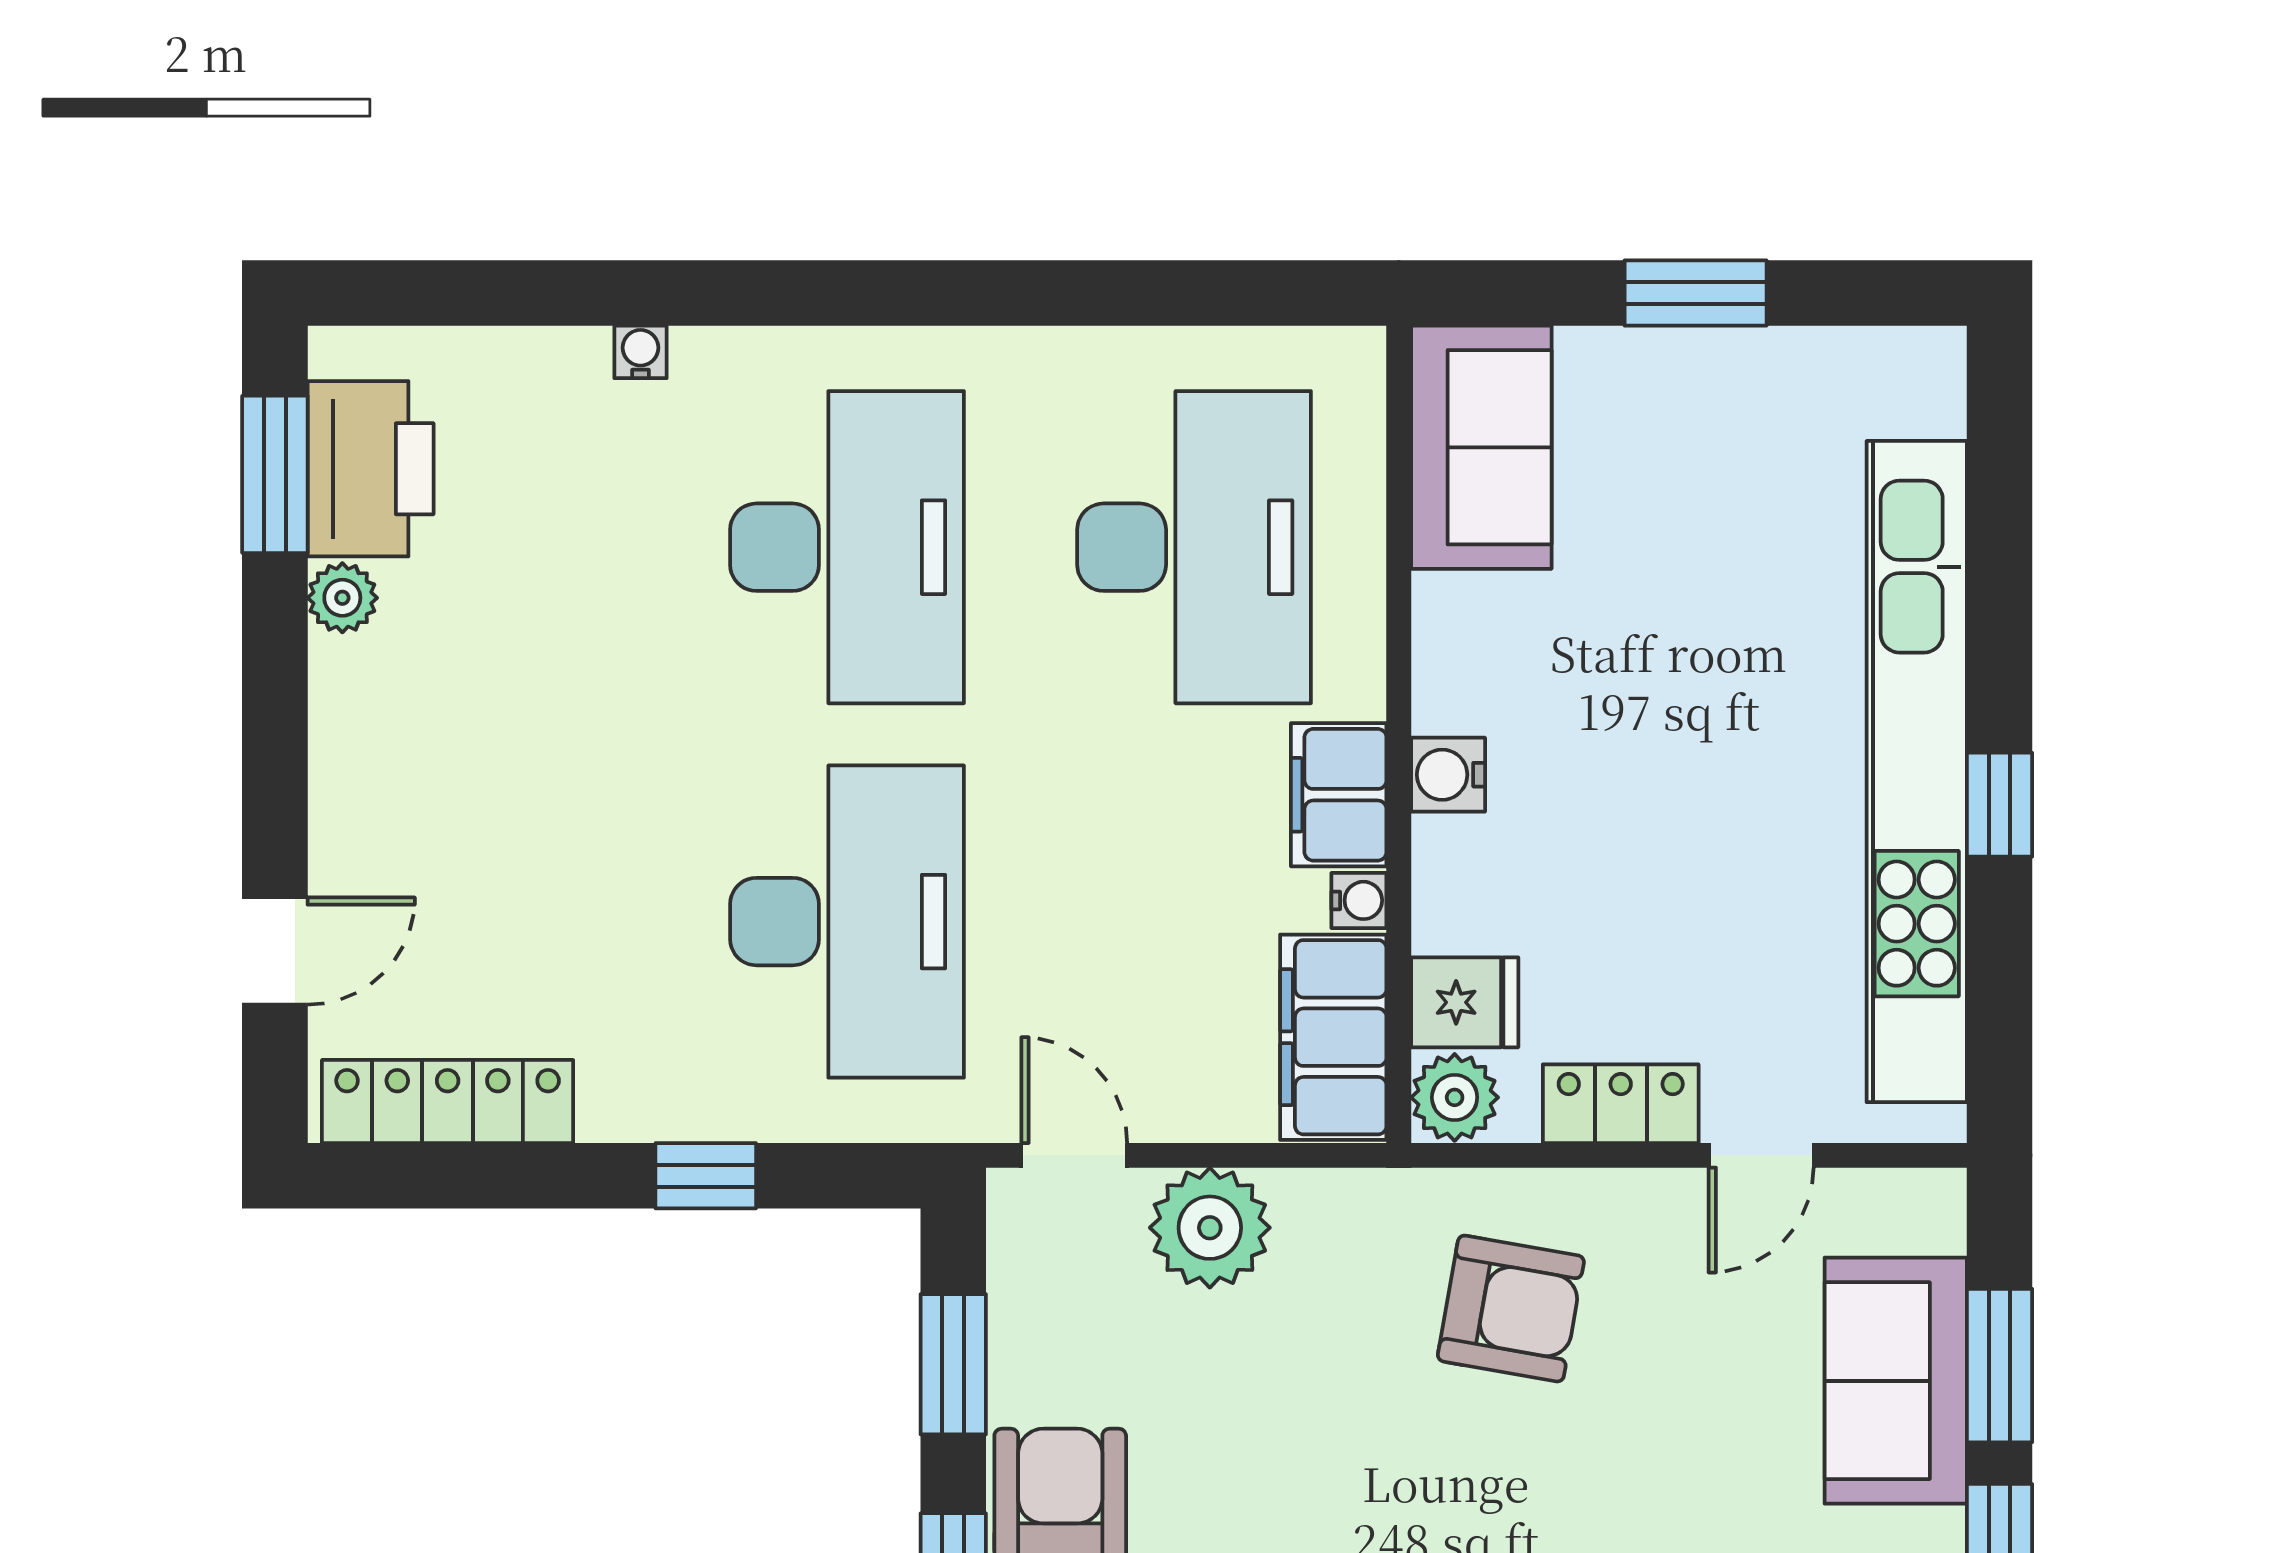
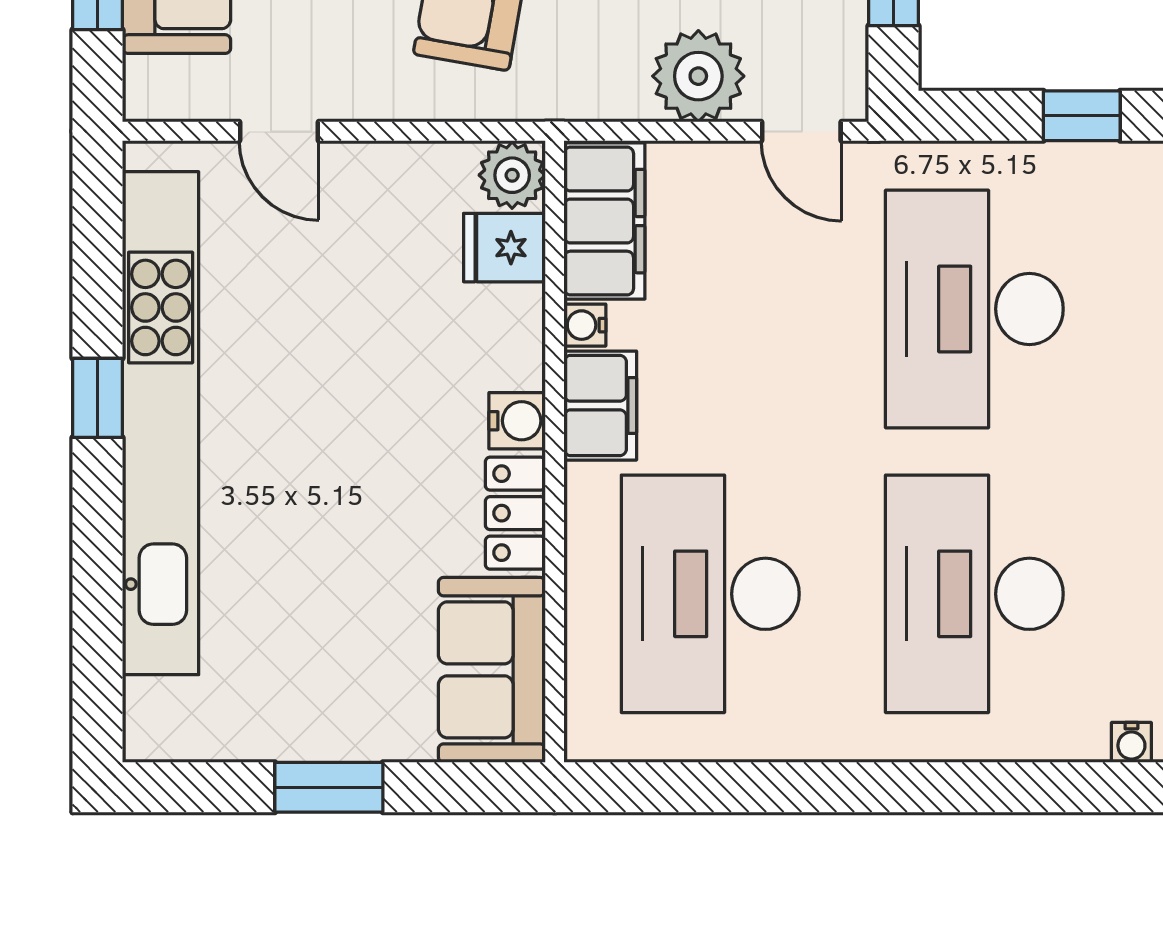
locker: (1621, 1104) -> (515, 513), moved, turned 90
door: (1761, 1155) -> (279, 131), swing flipped

